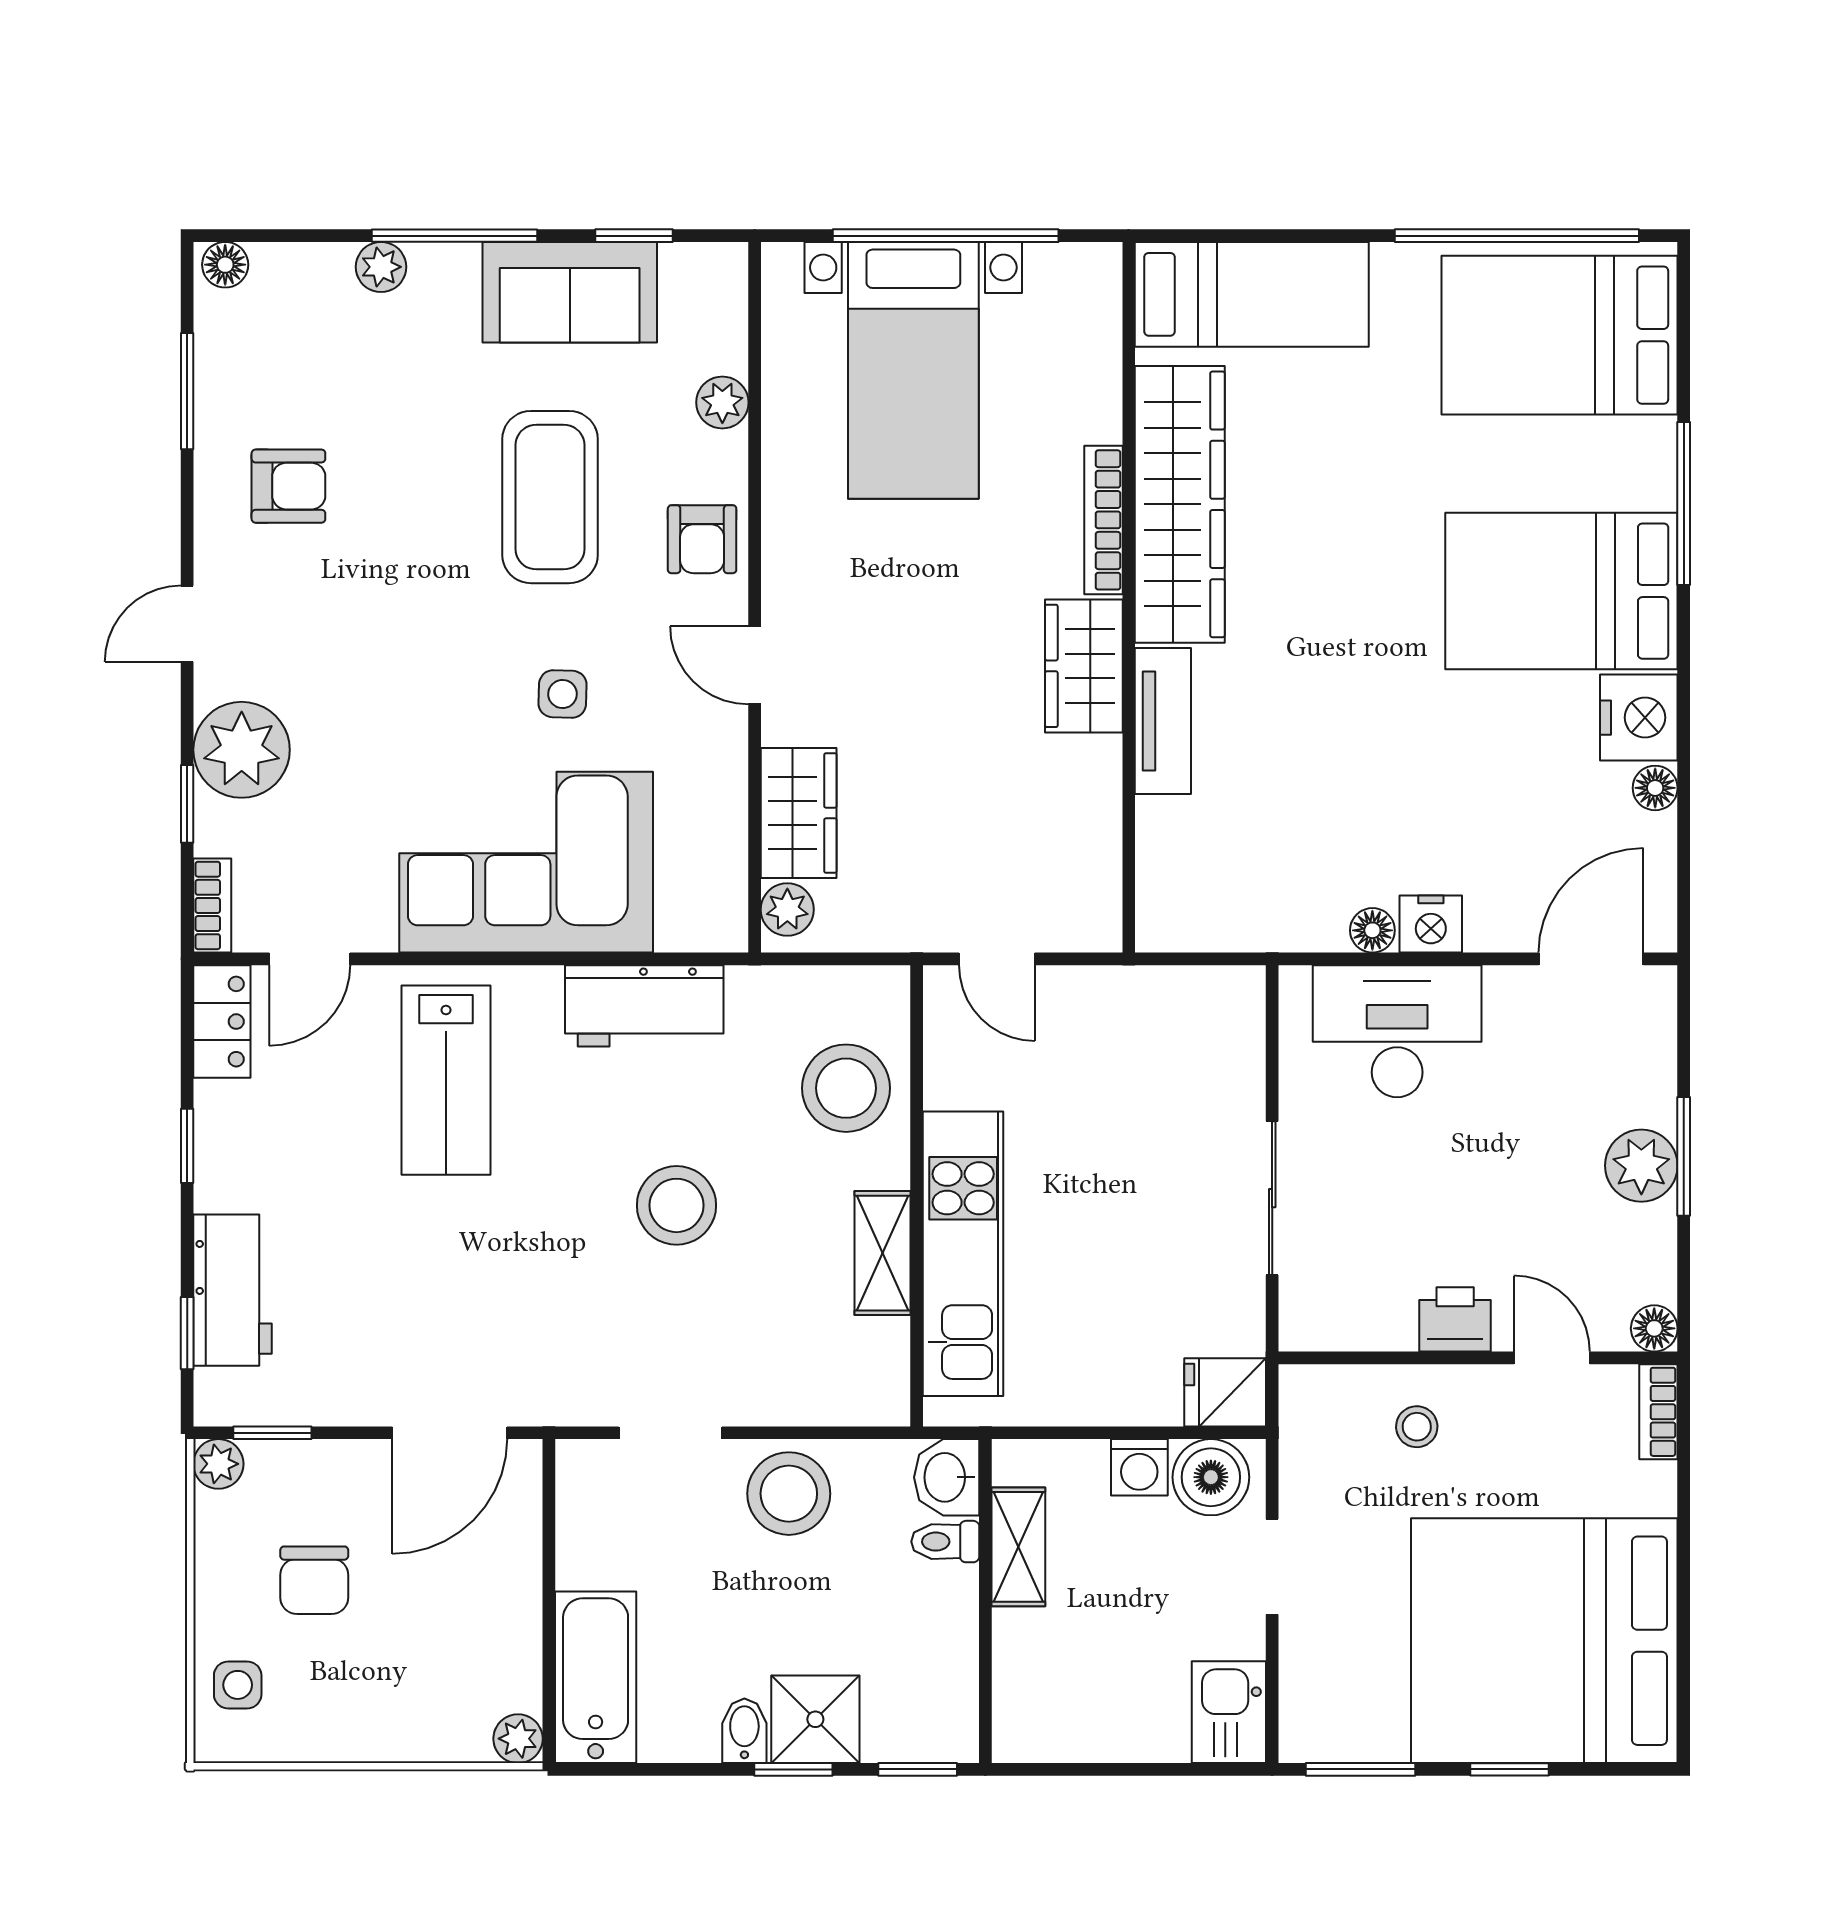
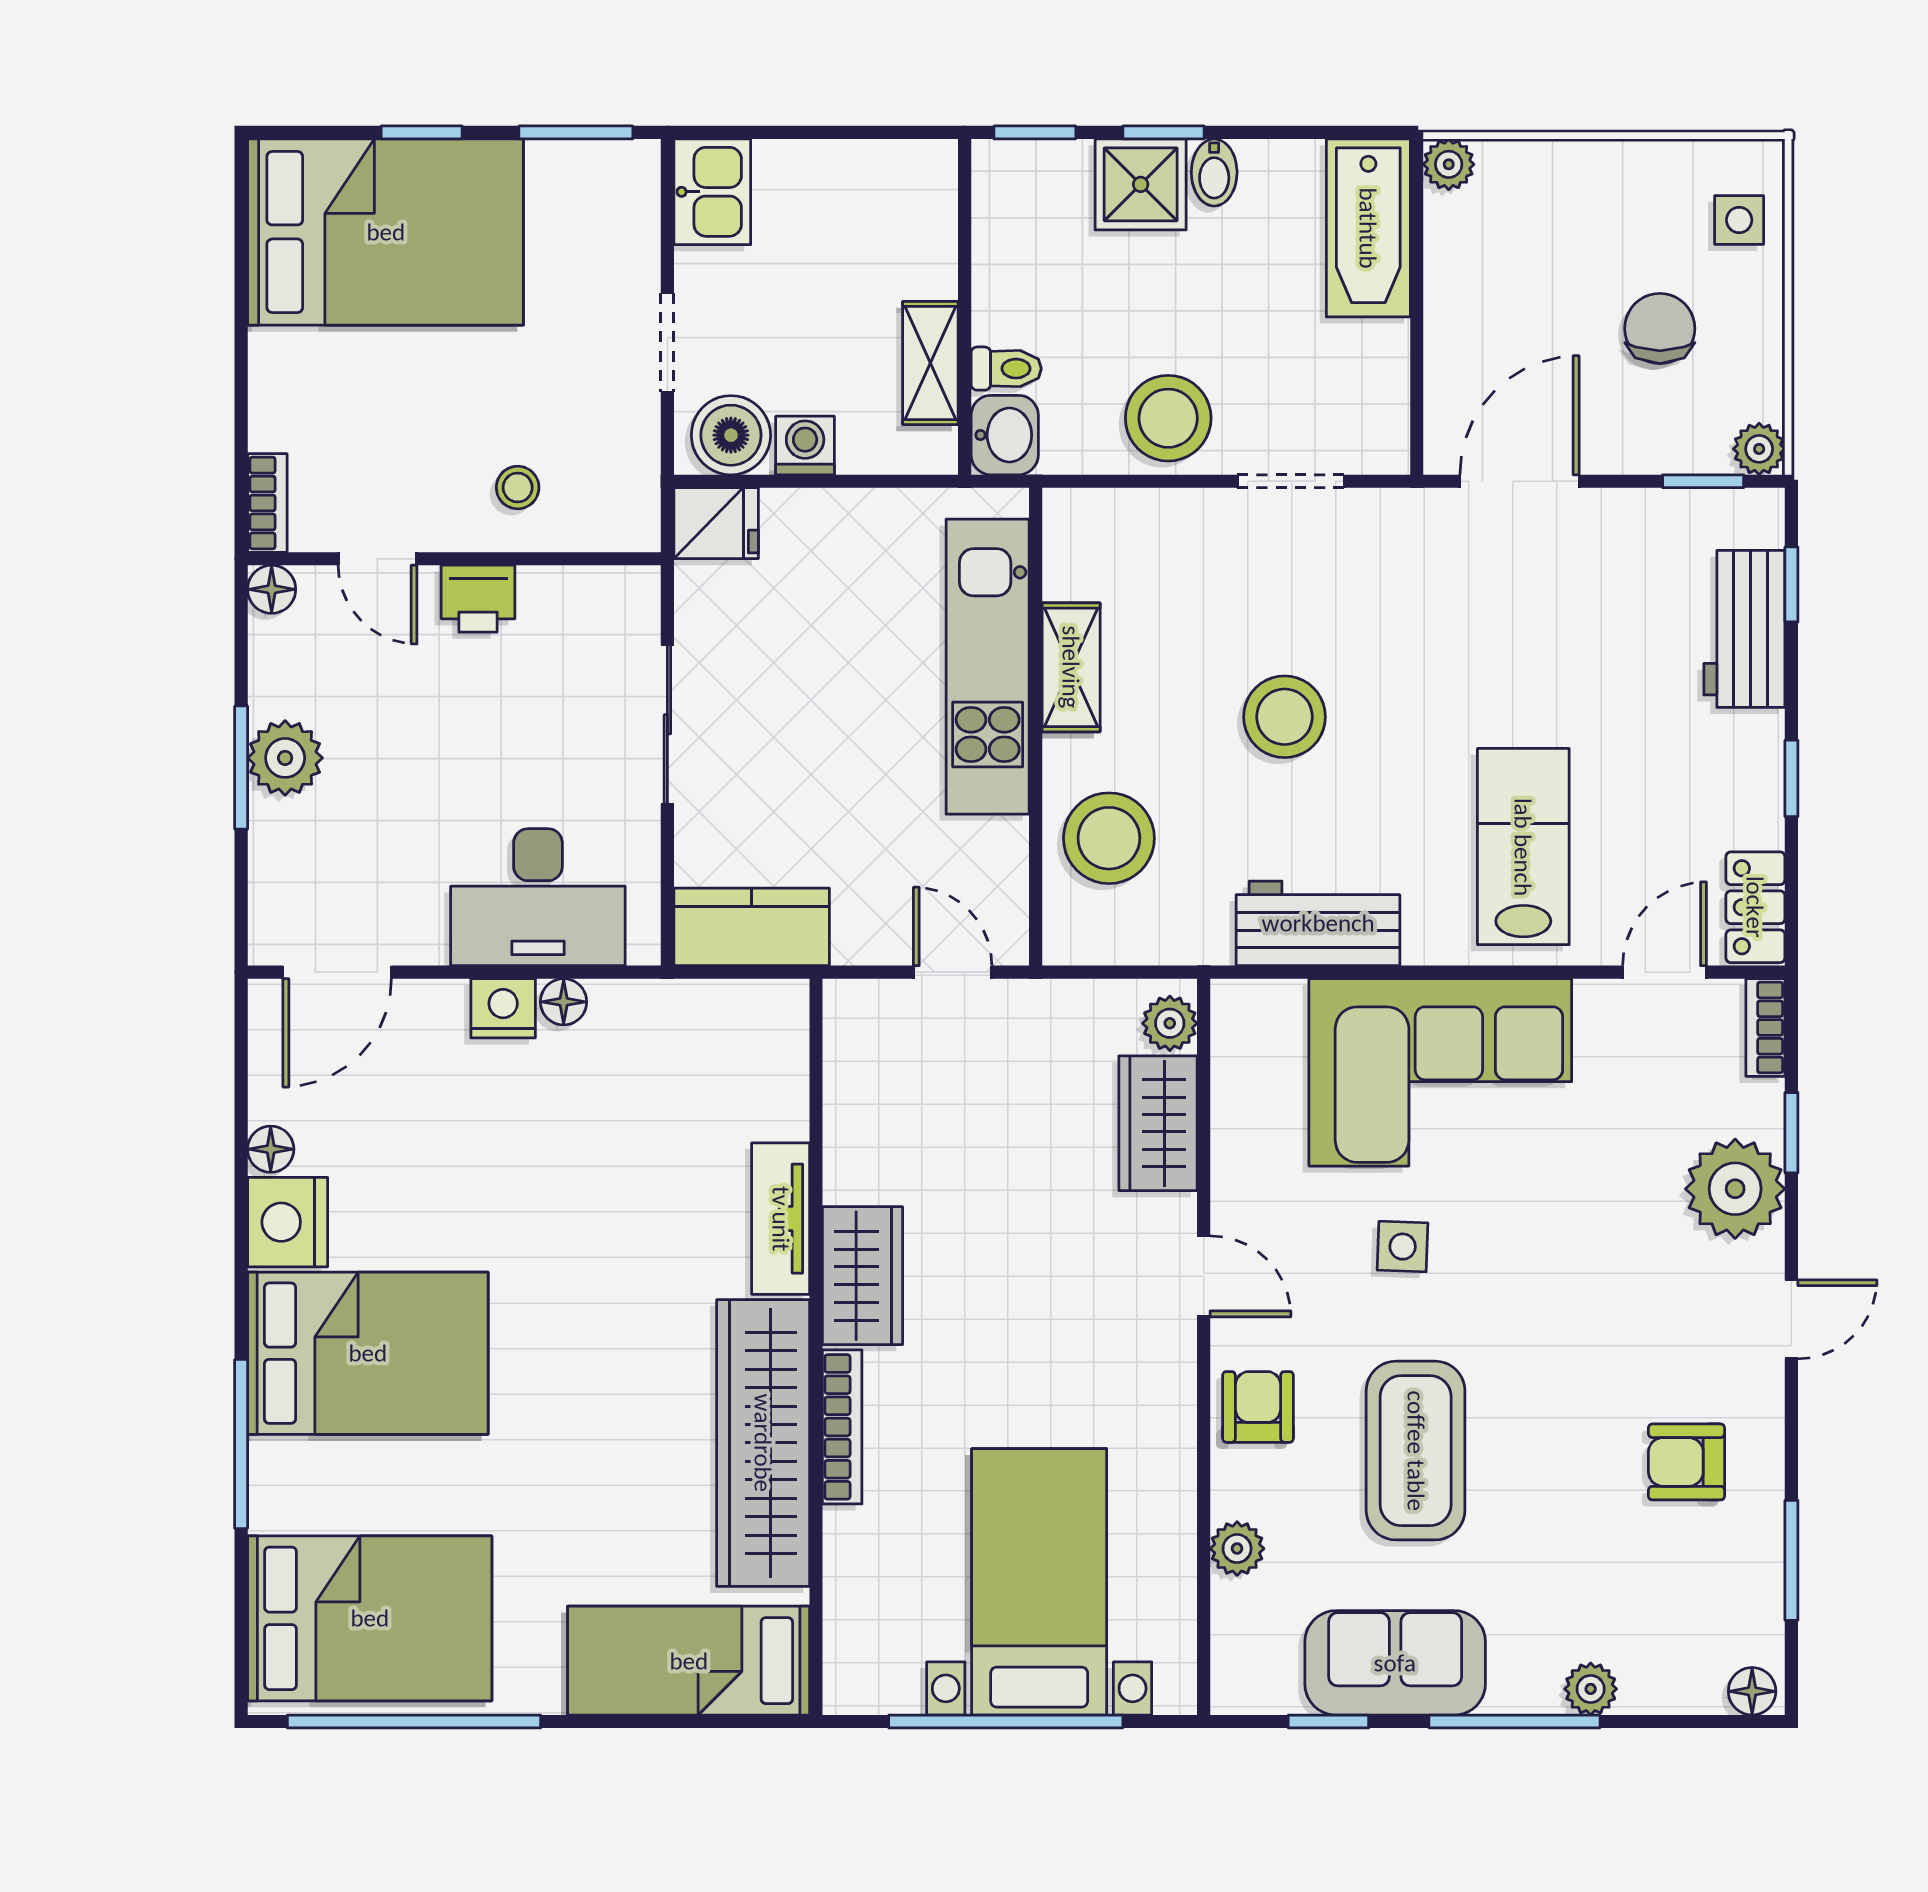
kitchen counter: (1191, 1003) -> (752, 927), added
bed: (1544, 1641) -> (386, 232), width x0.73

